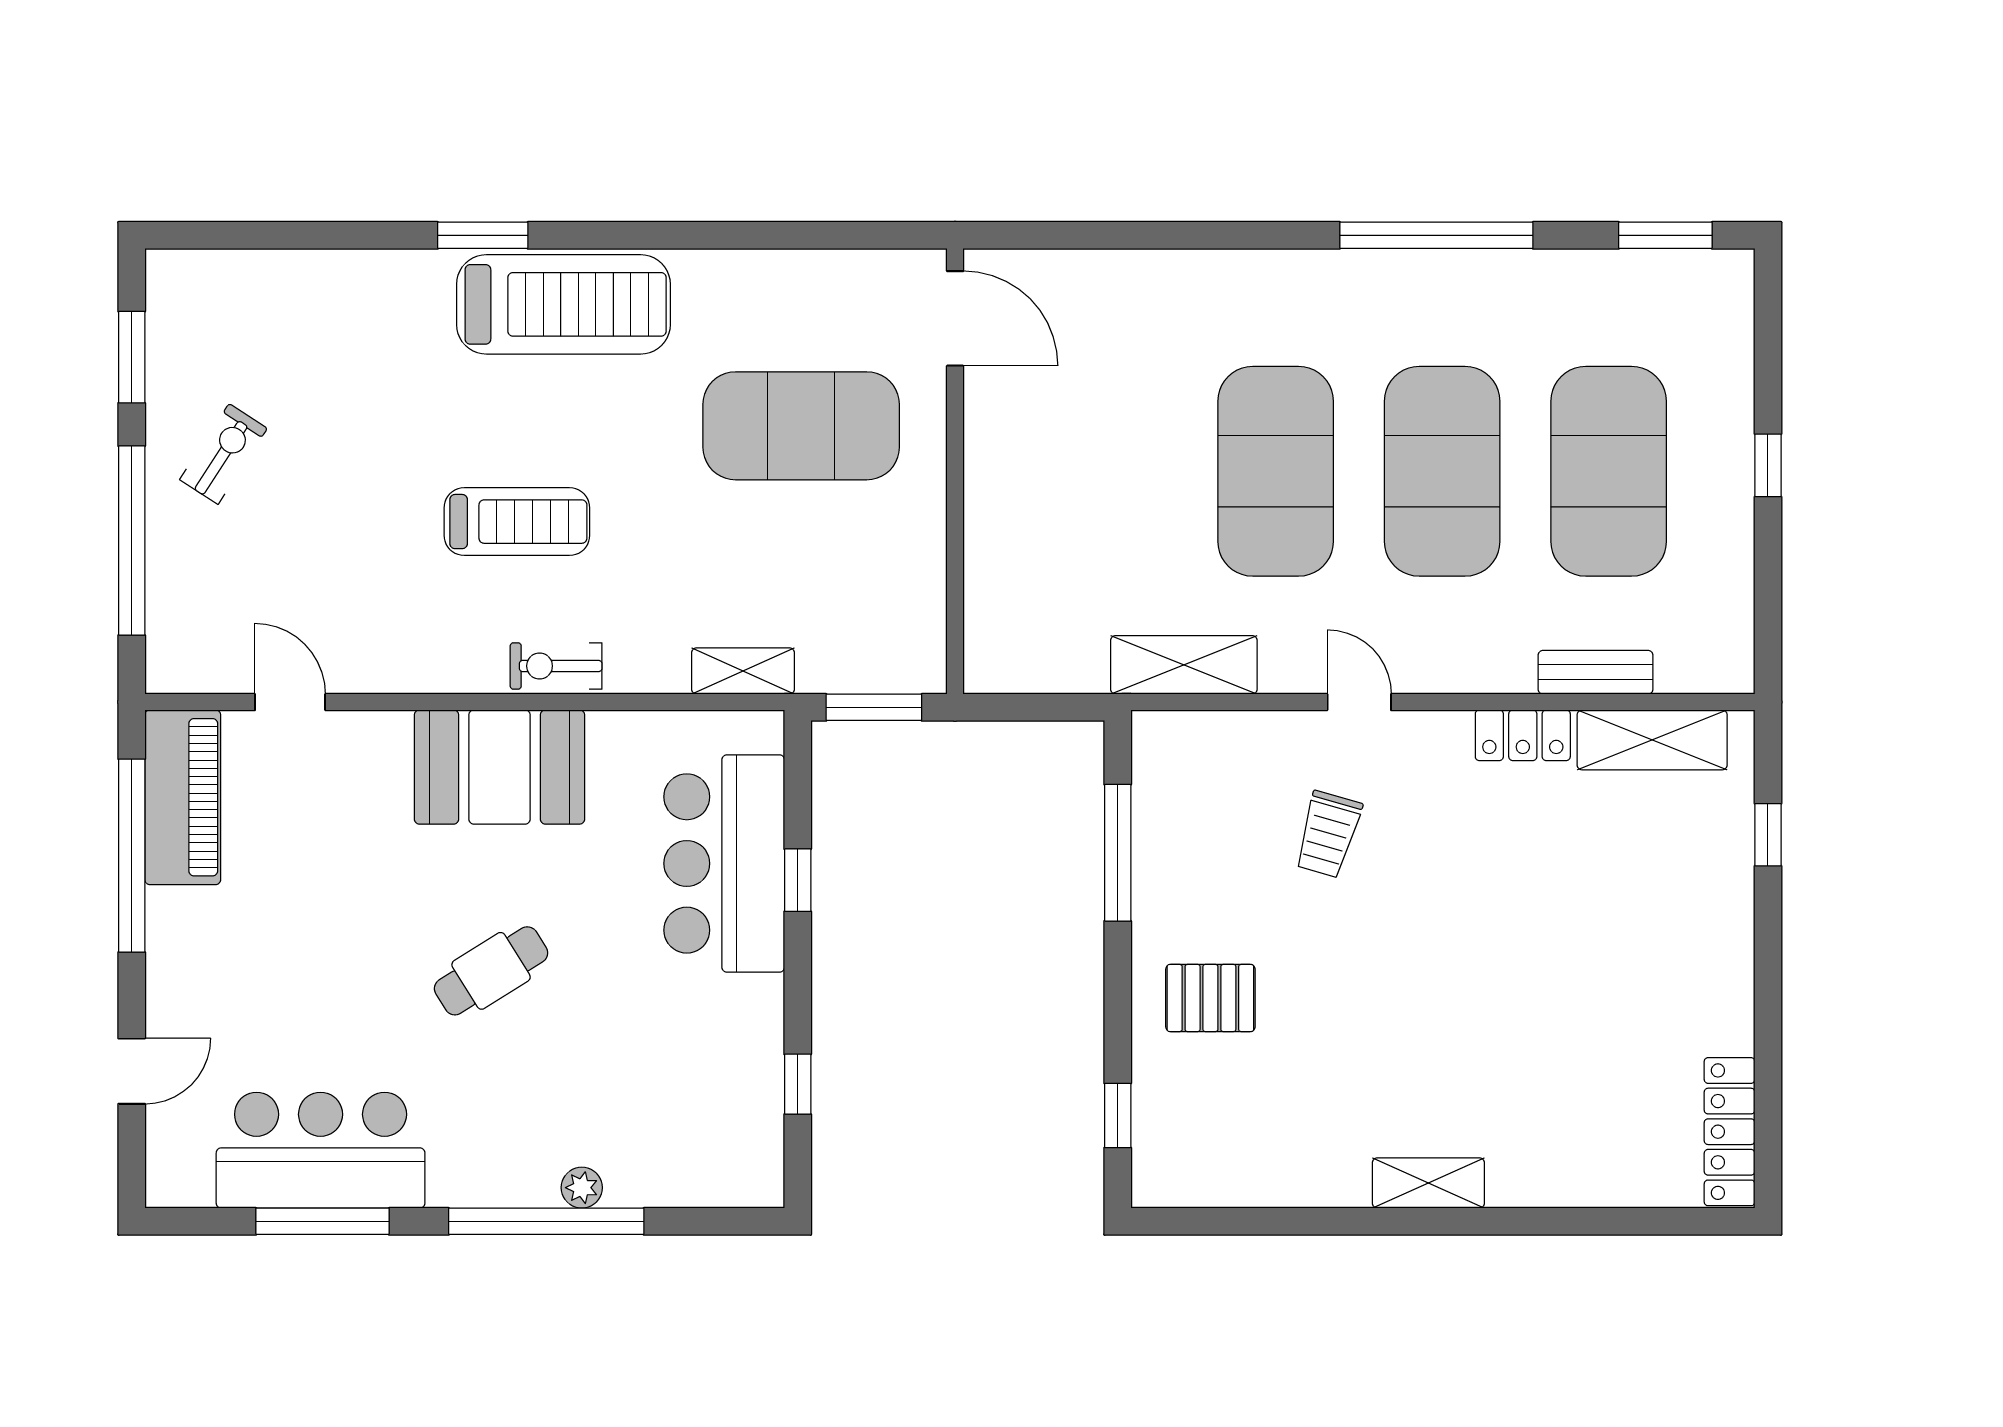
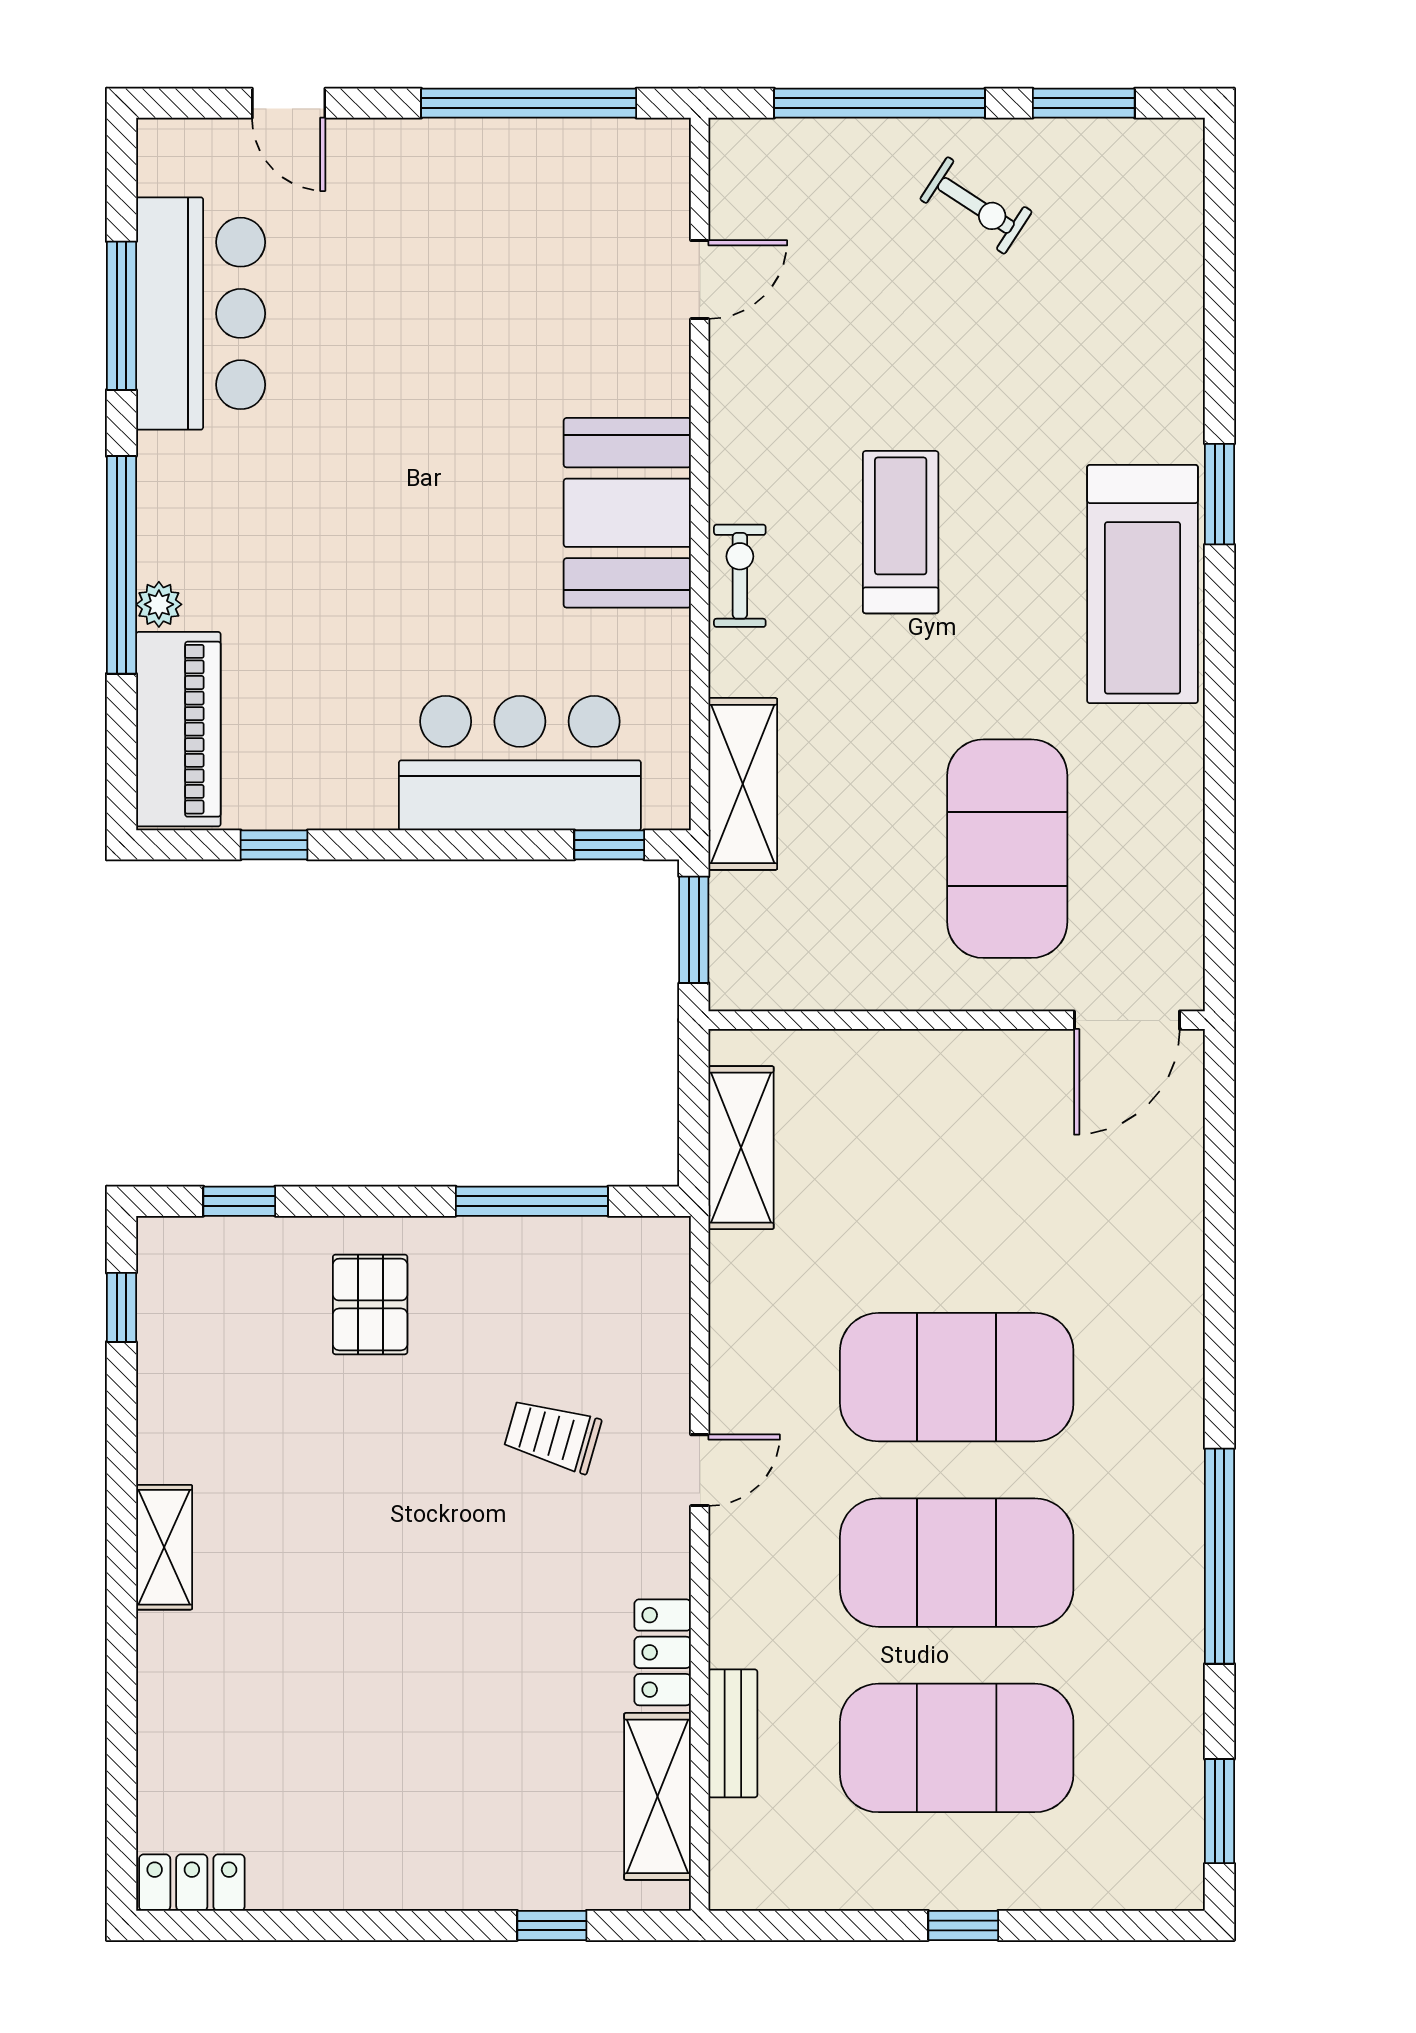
treadmill: (517, 522) -> (901, 532), turned 180
shelving: (1184, 665) -> (741, 1148), moved
shelving: (743, 671) -> (743, 784), width x1.50, depth x1.33
piano: (183, 797) -> (178, 729), moved, turned -90
window: (798, 880) -> (609, 845), moved
cafe table: (491, 971) -> (400, 503), removed
locker: (1730, 1132) -> (192, 1883), width x0.66
window: (1213, 1221) -> (121, 1307), added

